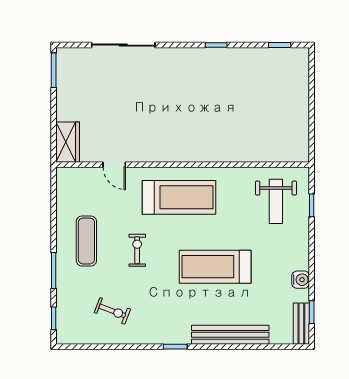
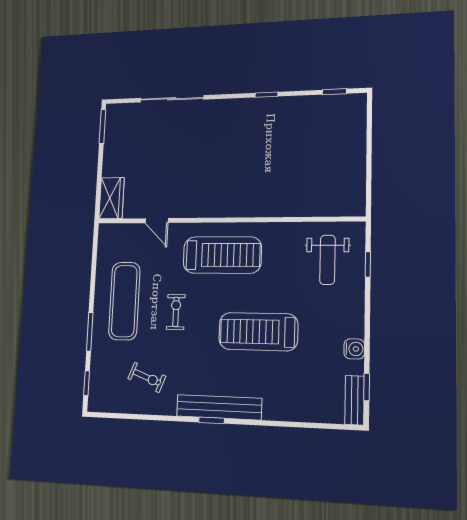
exercise mat: (86, 241) -> (124, 301), width x1.36, depth x1.45
bench: (230, 335) -> (219, 407), moved

